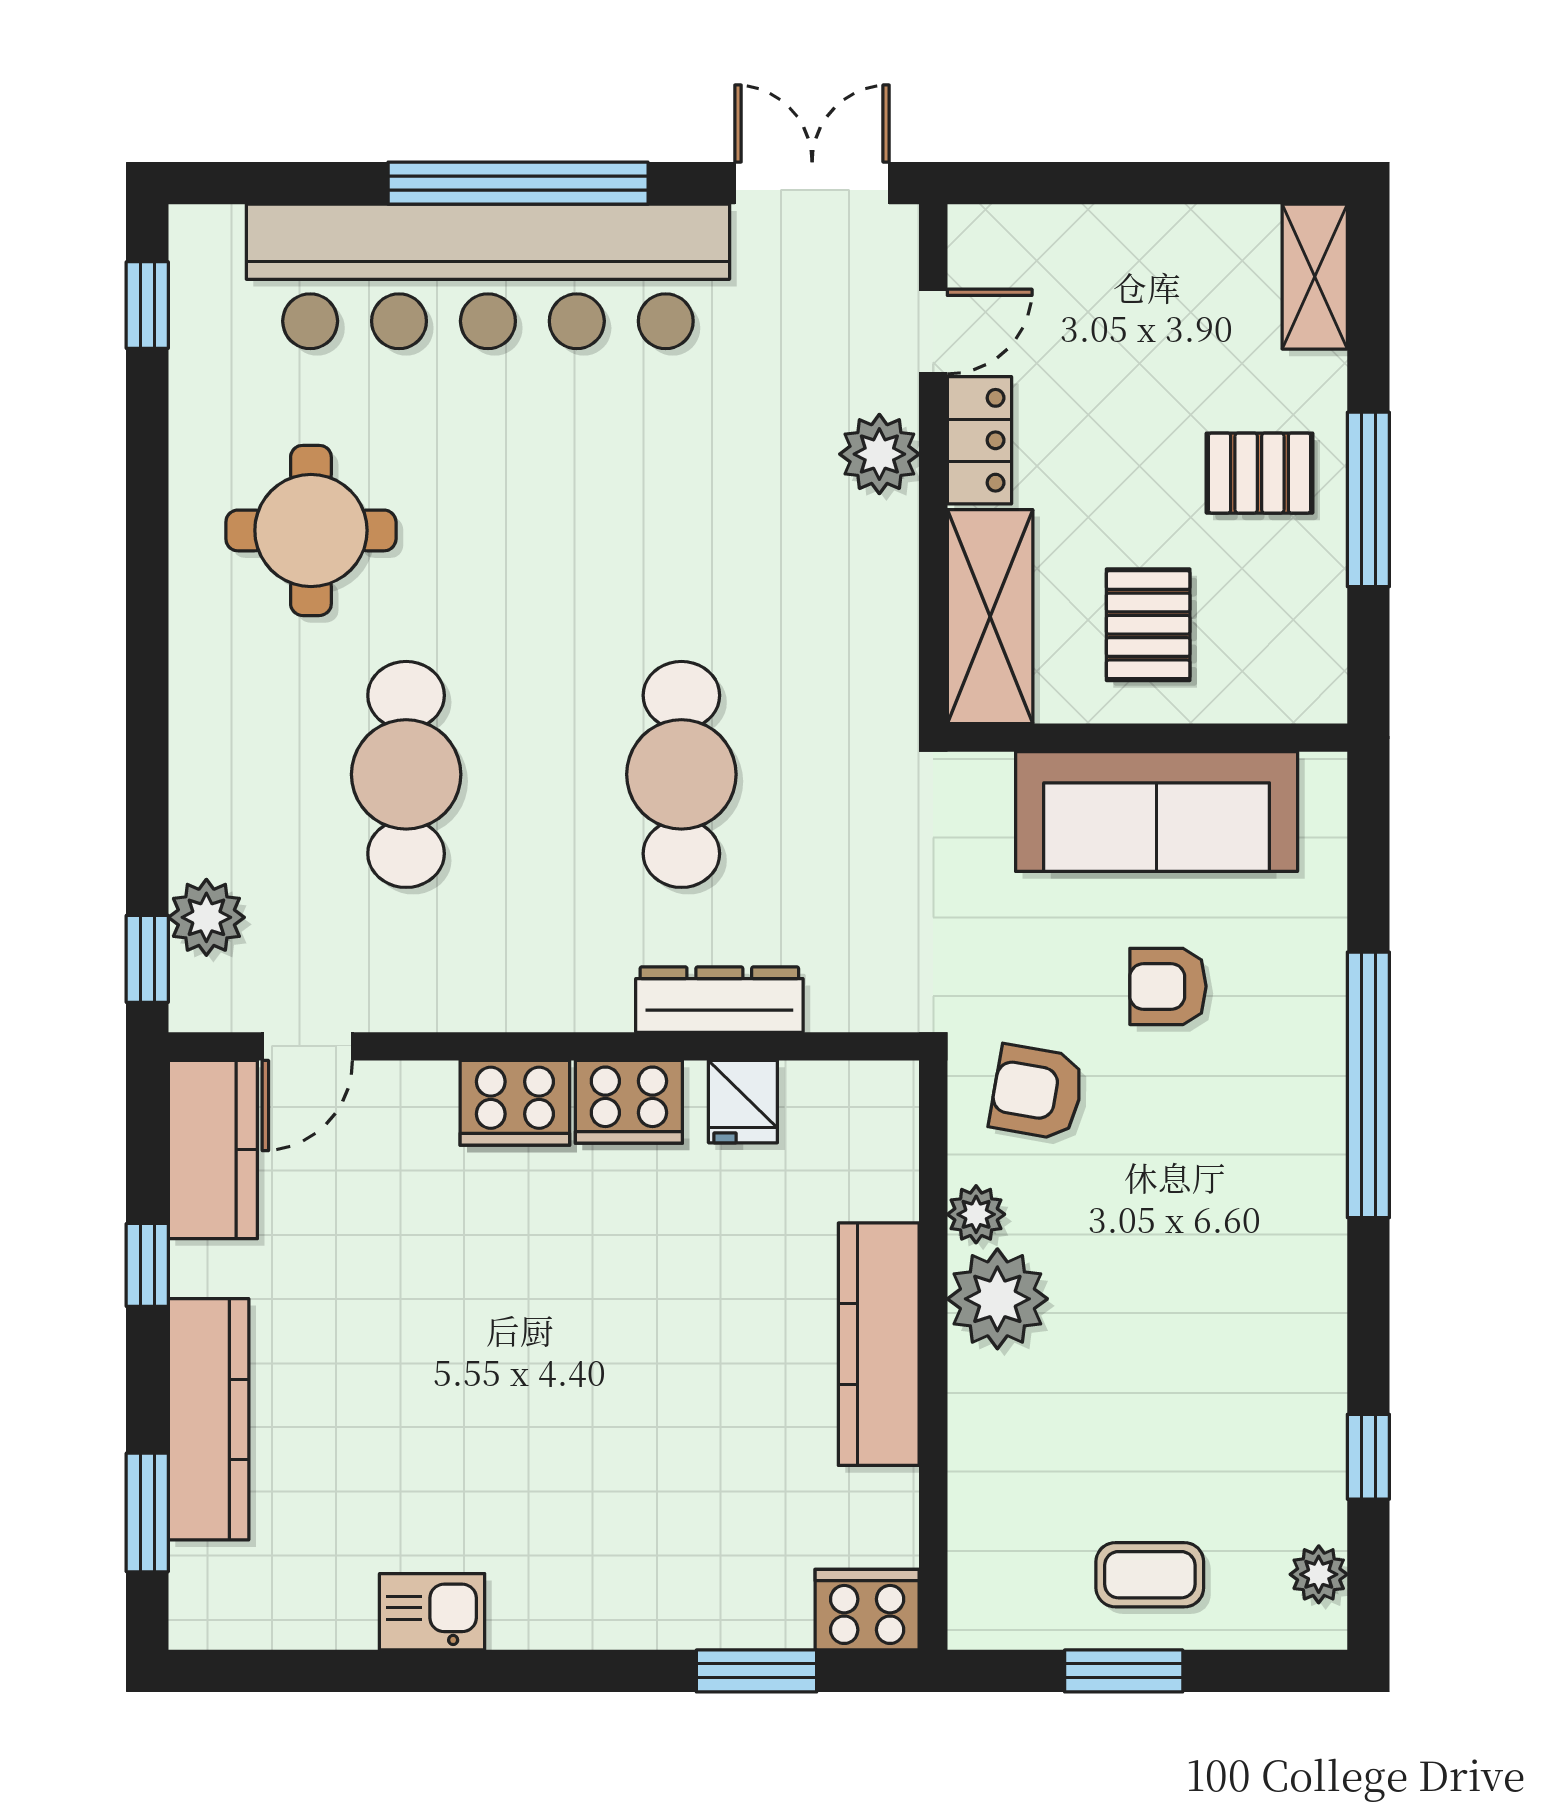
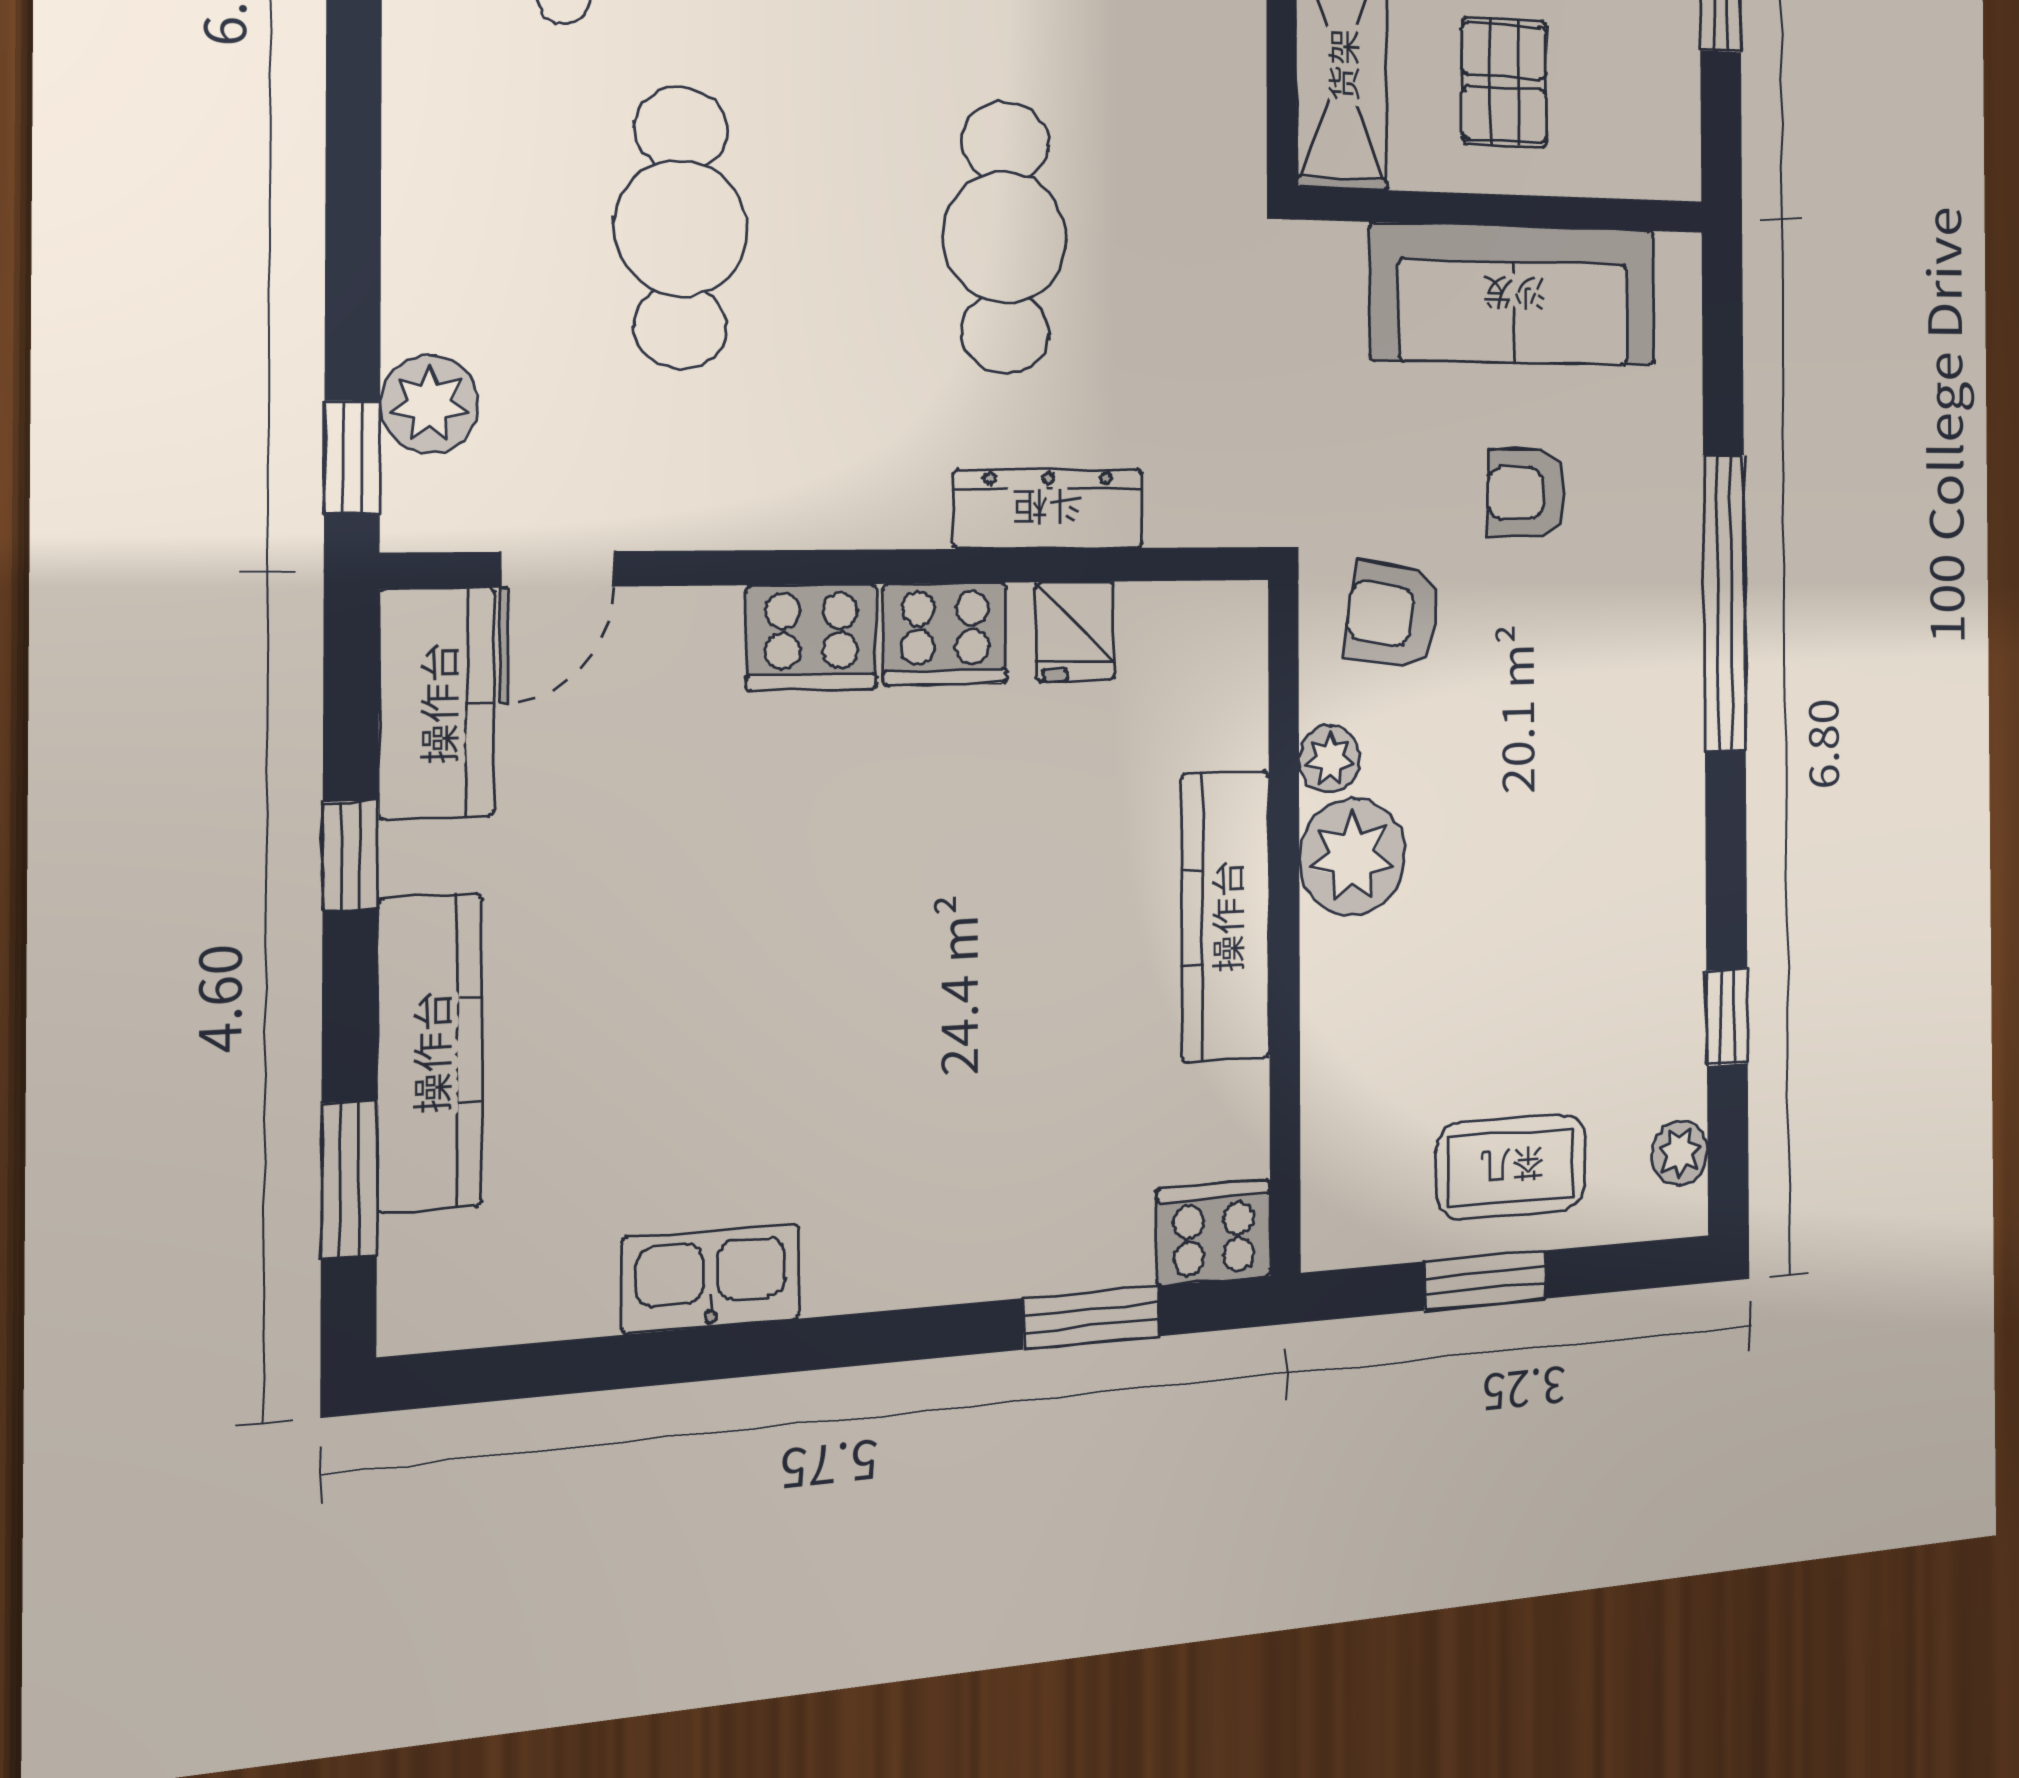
coffee table: (1150, 1575) -> (1512, 1167), width x1.36, depth x1.30
kitchen sink: (432, 1612) -> (711, 1278), width x1.38

